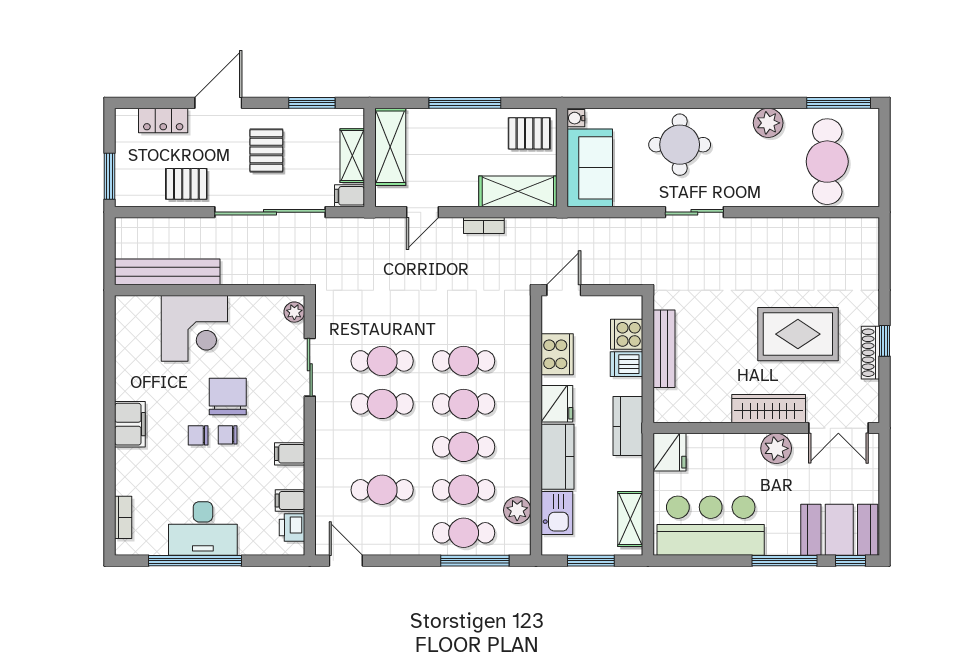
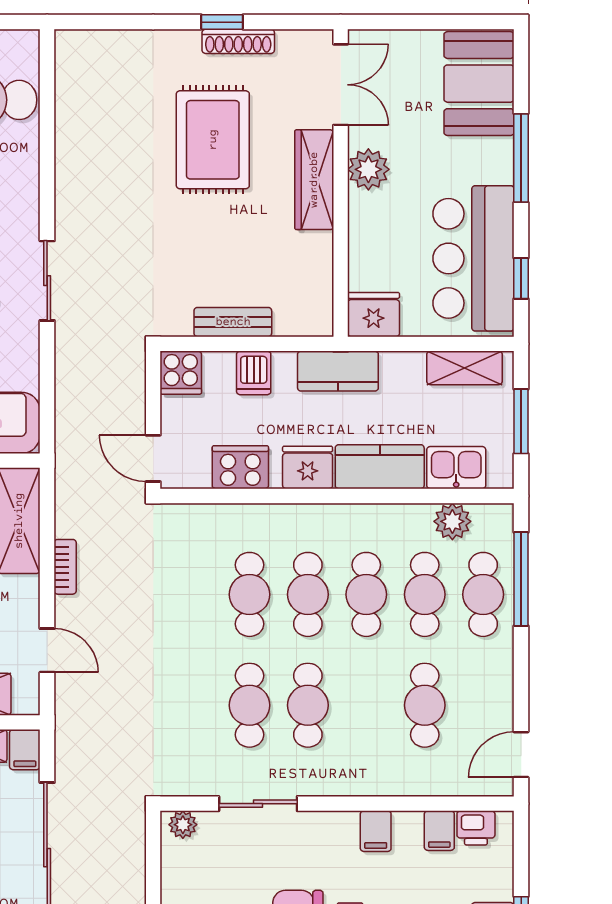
cooker: (627, 334) -> (181, 373), moved
bench: (664, 349) -> (233, 322), width x0.73
window: (851, 561) -> (521, 278), moved

